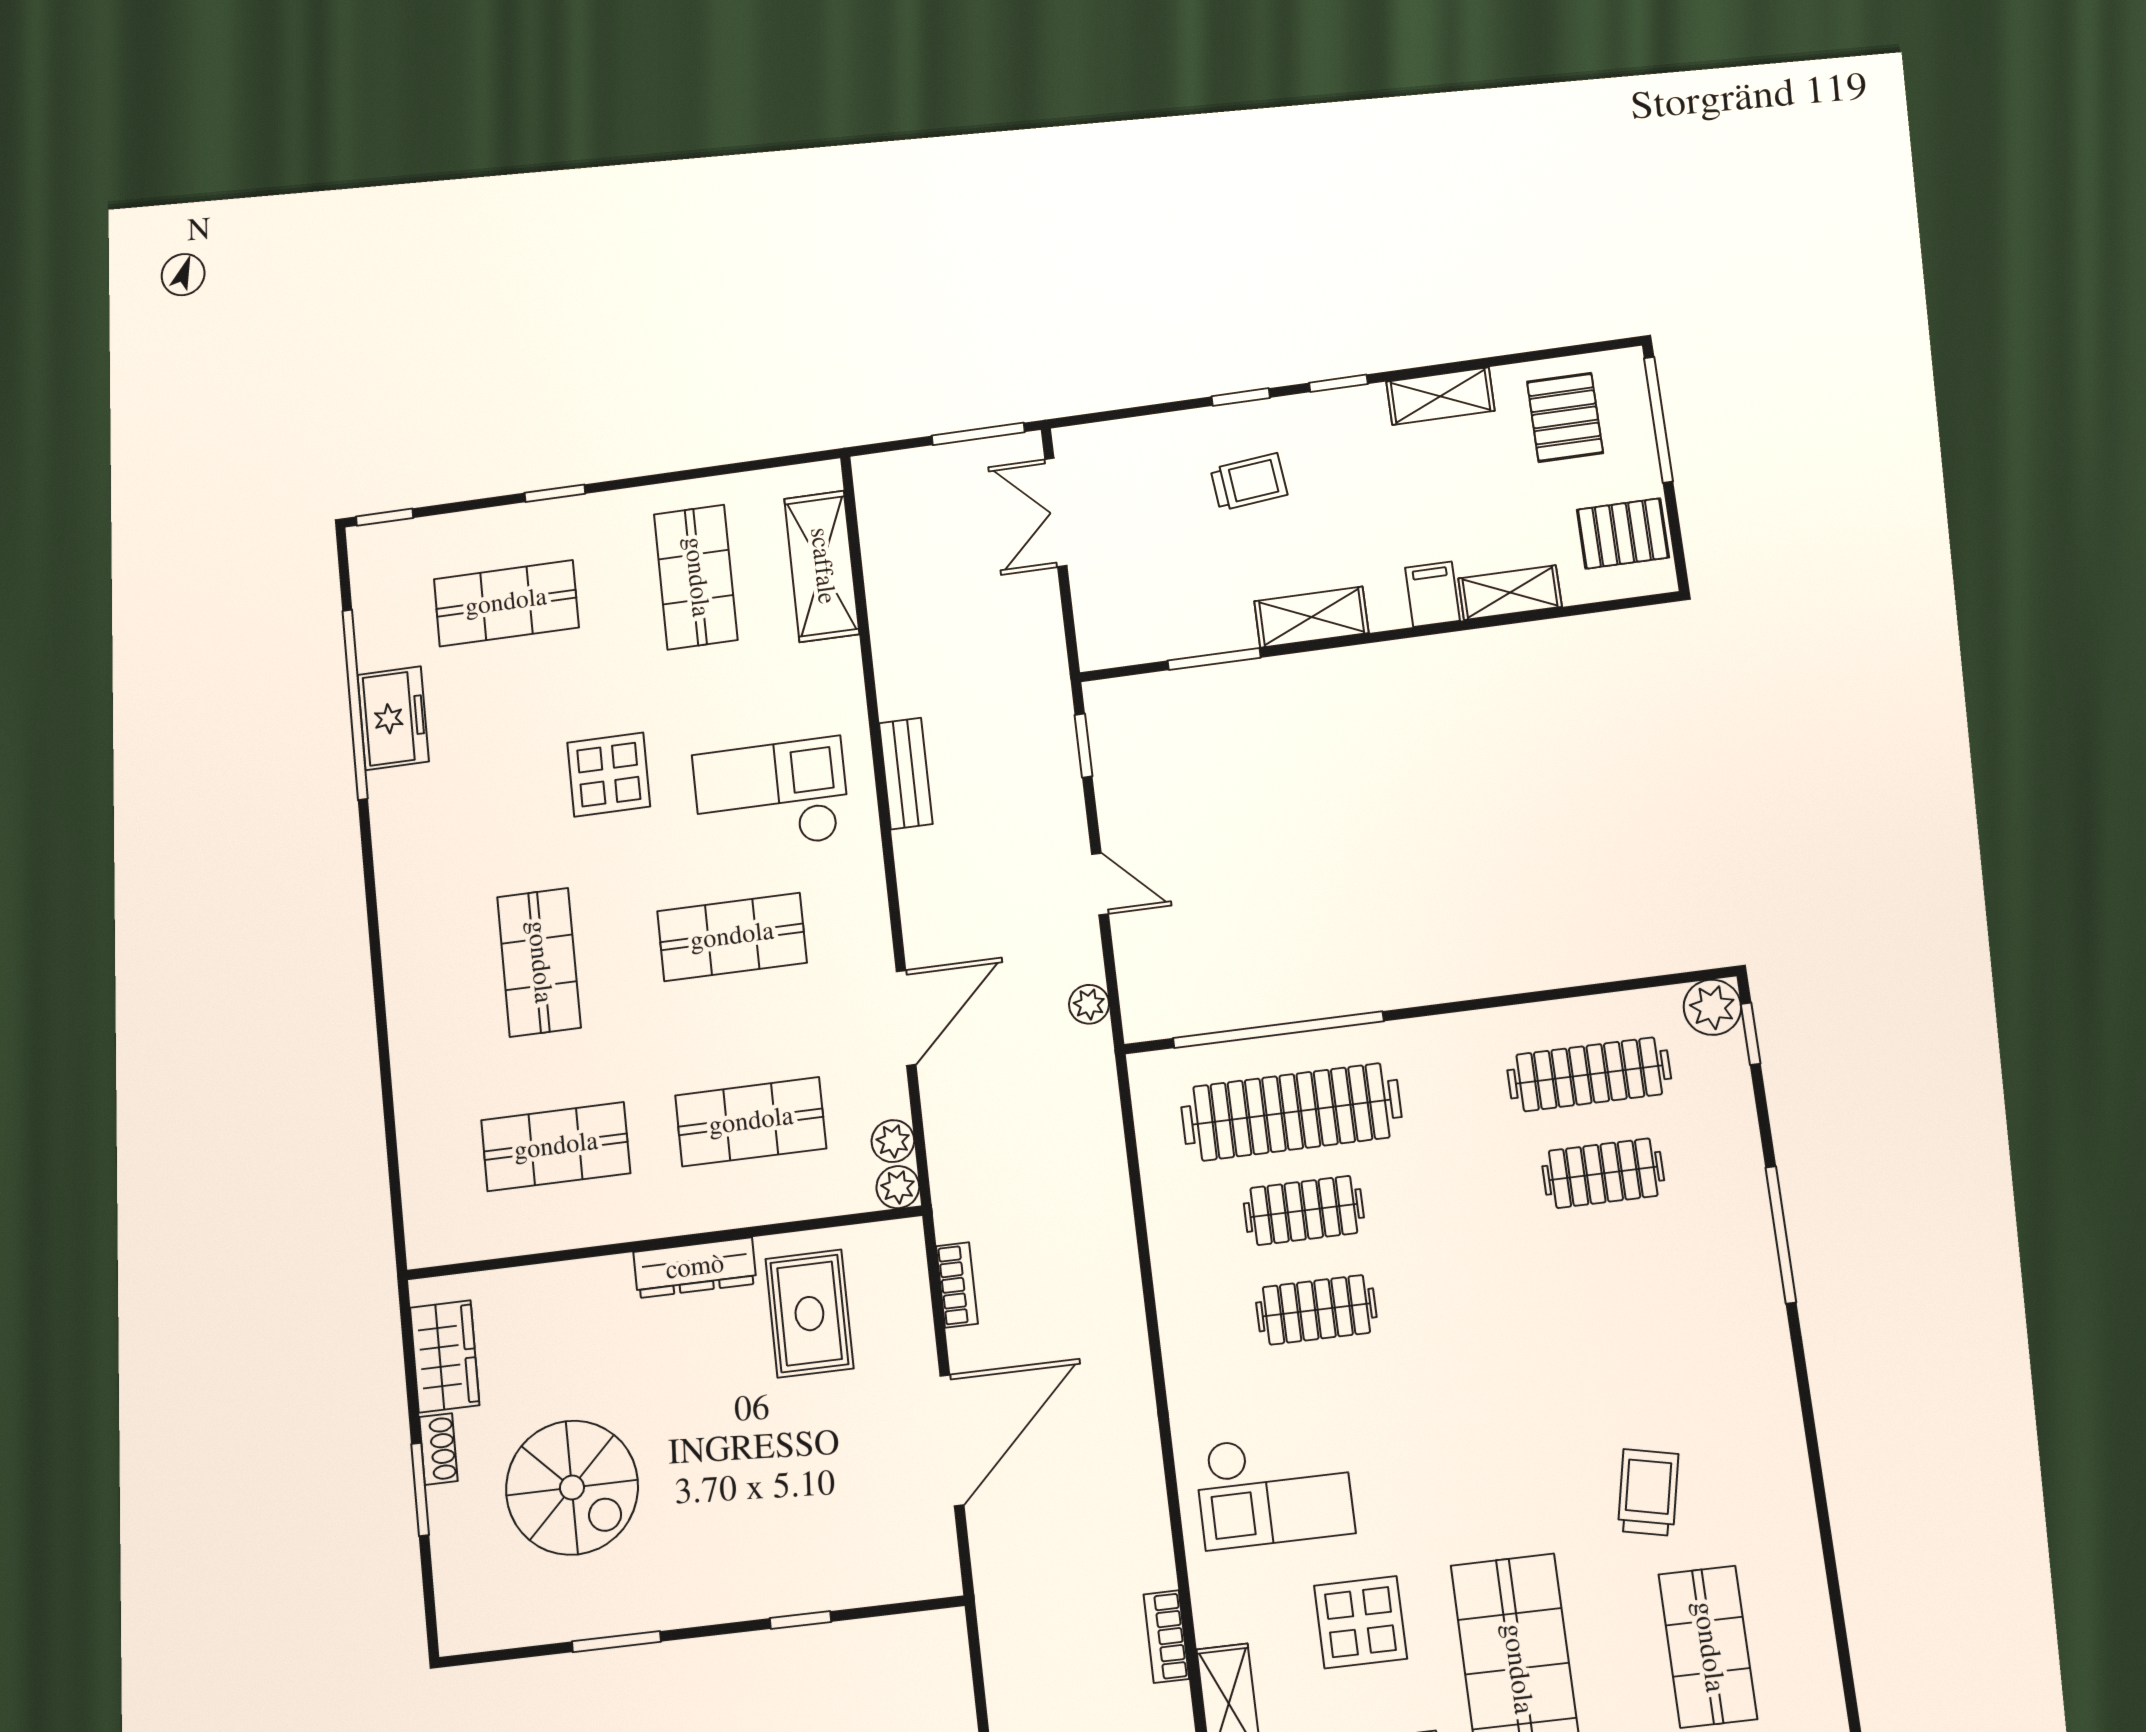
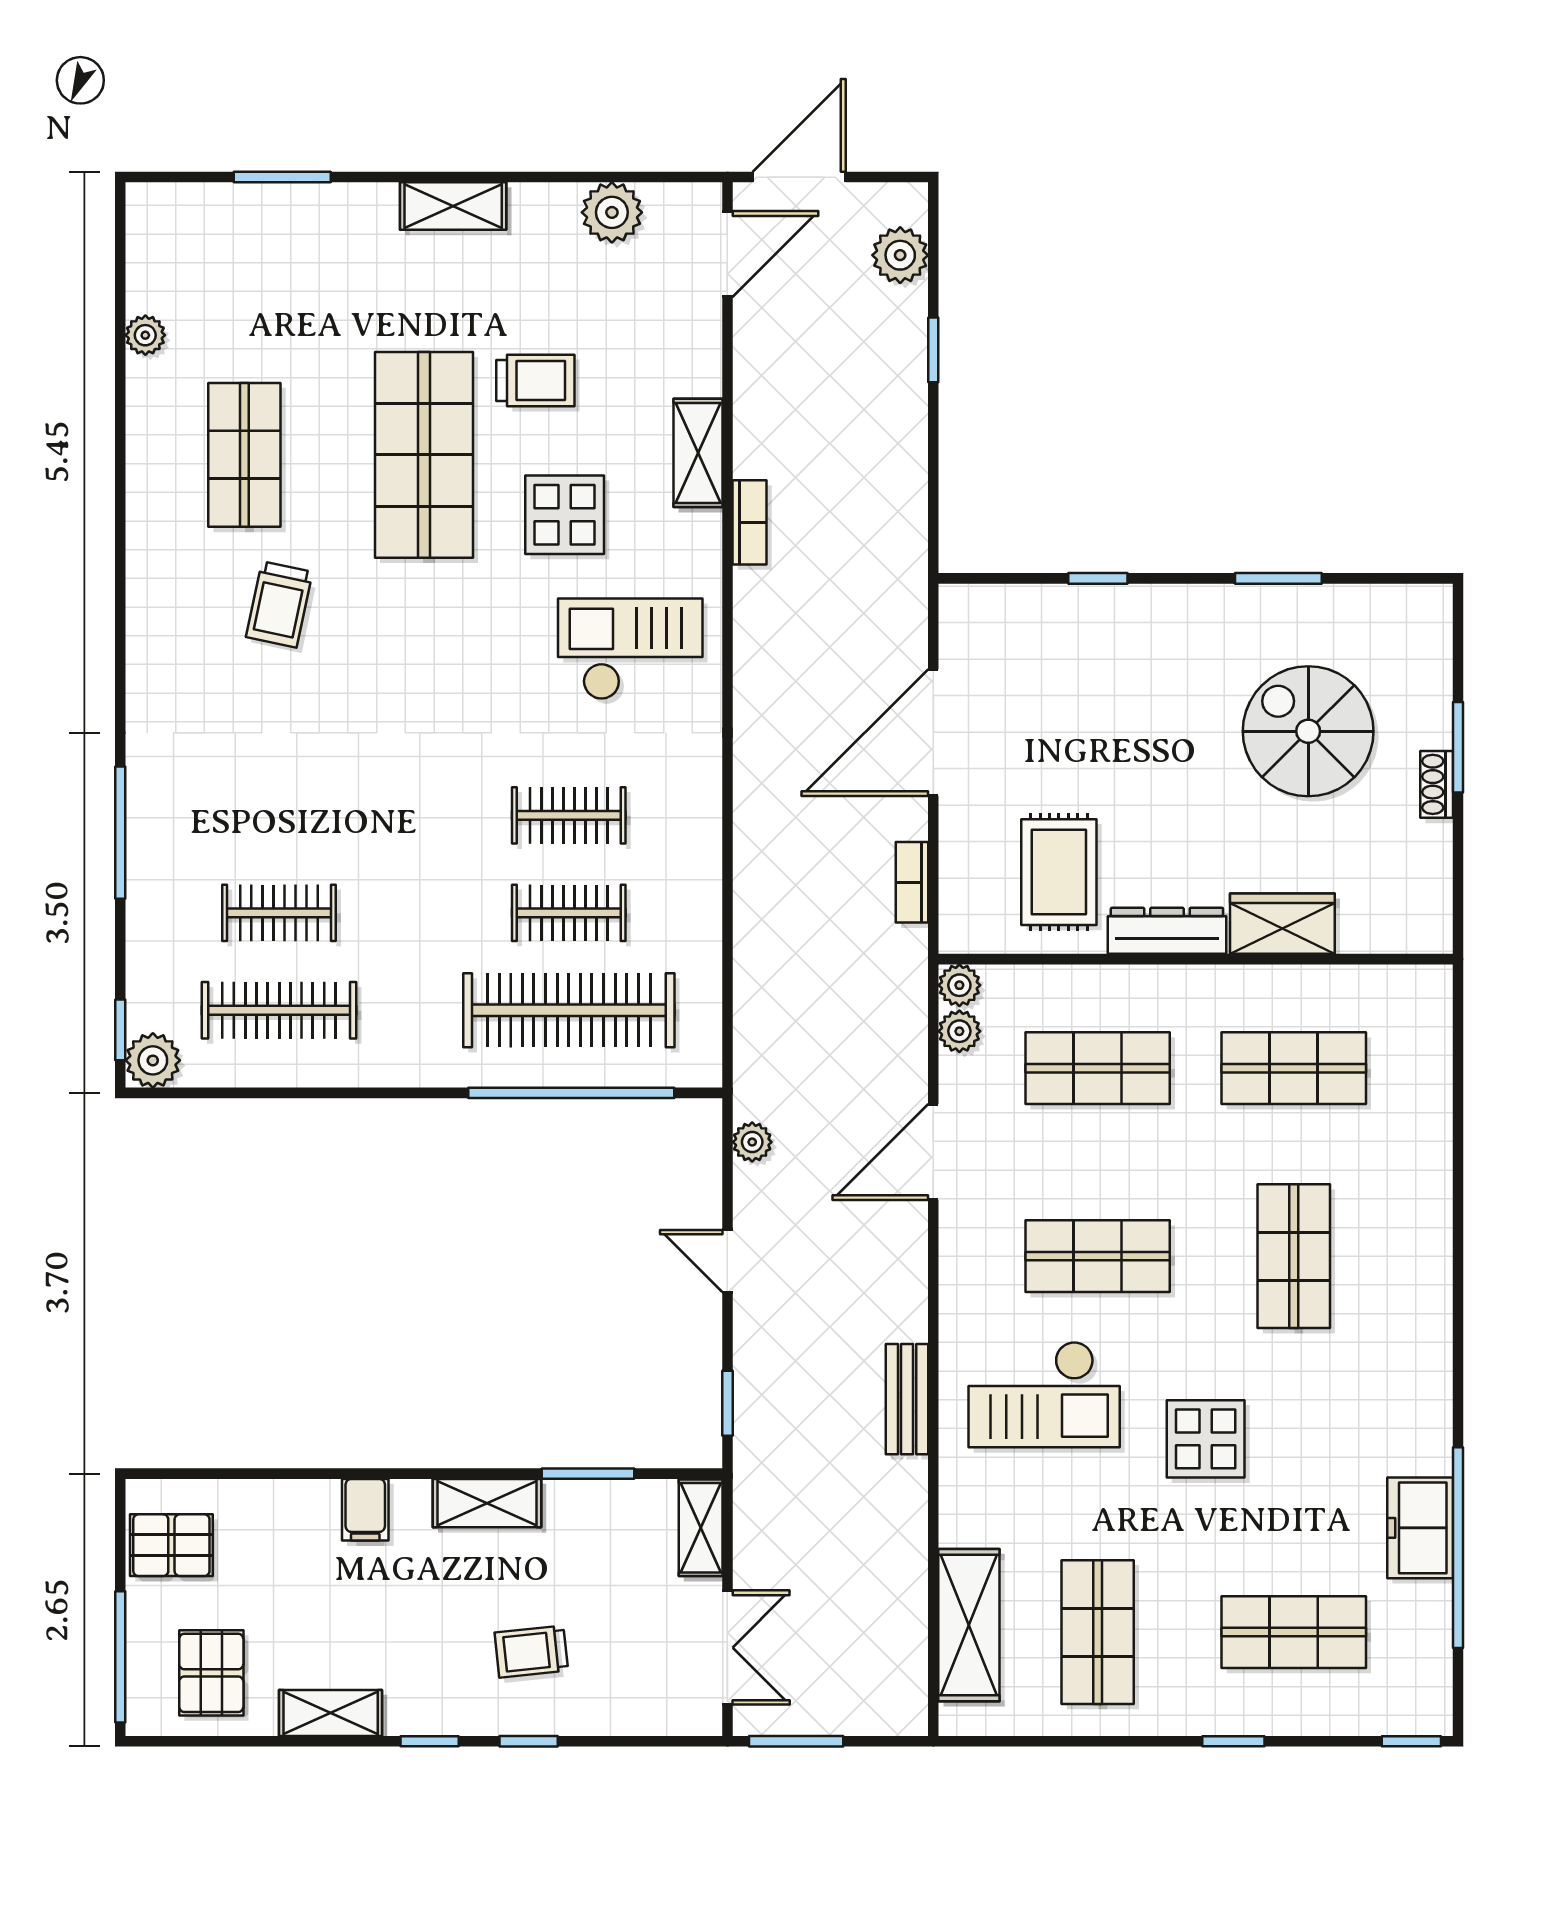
shelving: (1510, 593) -> (701, 1528), moved, turned 90
wardrobe: (445, 1356) -> (1282, 924), moved, turned 90

